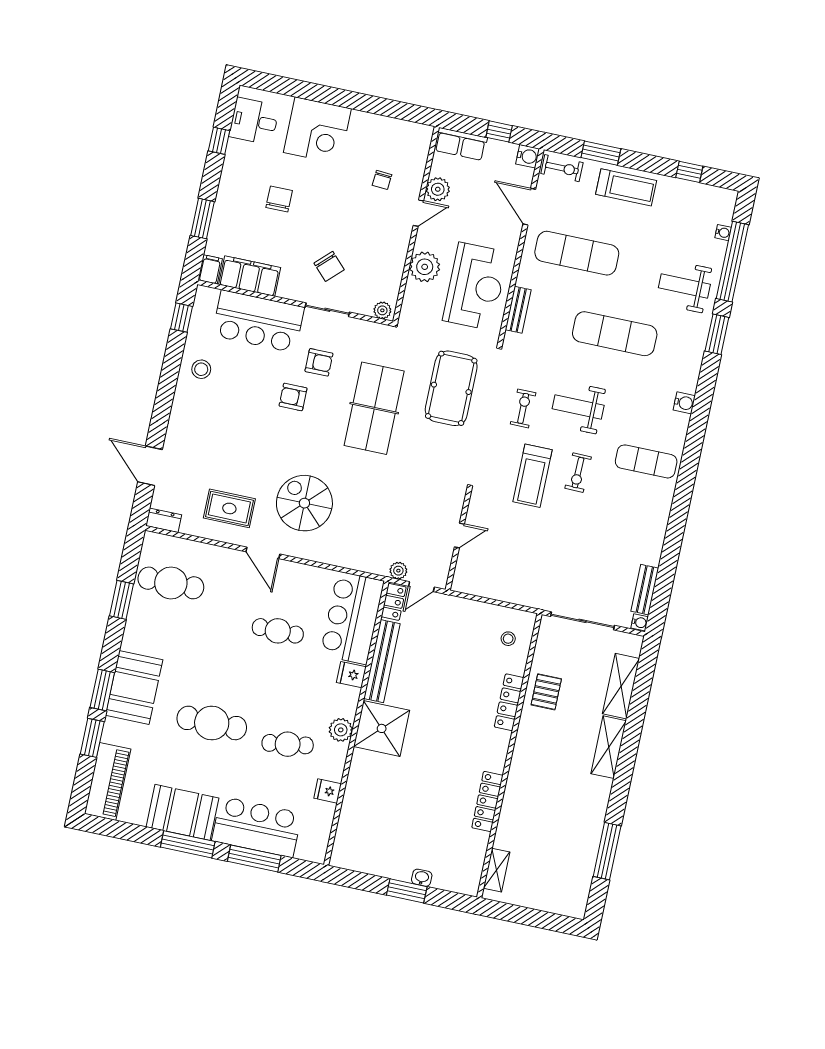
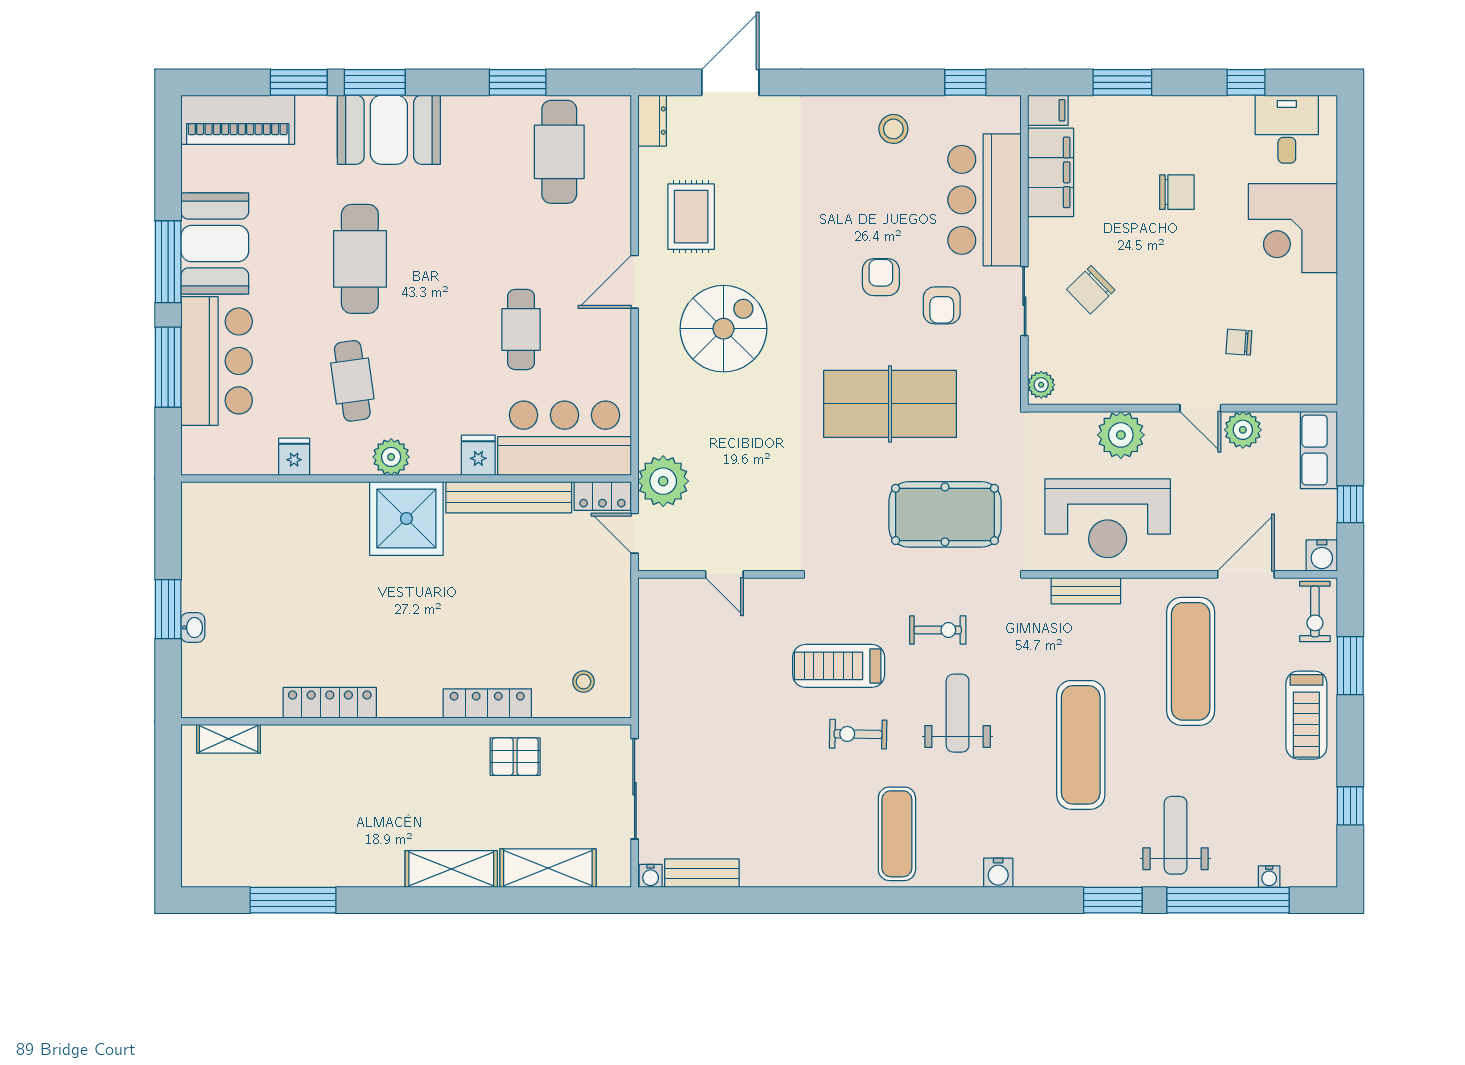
plant: (398, 571) -> (663, 481), width x1.88, depth x1.88

